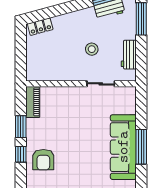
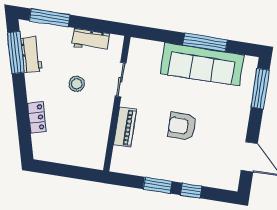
locker: (40, 27) -> (37, 117), moved
piano: (33, 102) -> (125, 127), moved, turned 90
armchair: (43, 160) -> (182, 126), moved, turned 180

